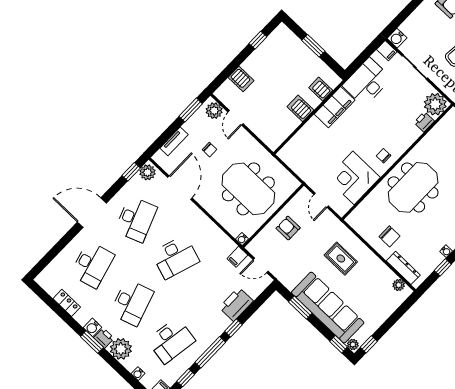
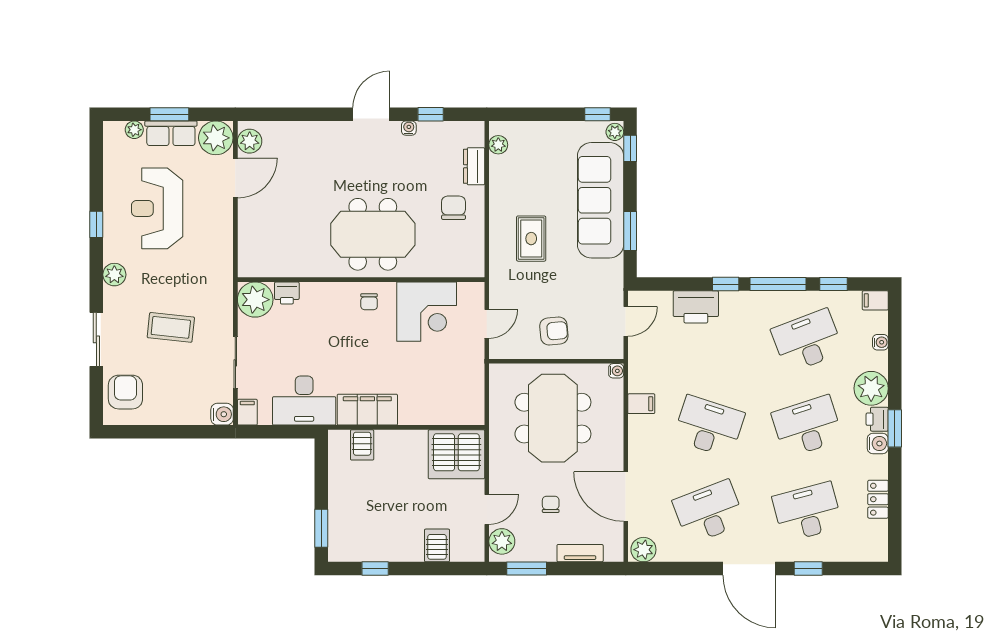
window: (313, 46) -> (321, 528), moved
server rack: (300, 108) -> (456, 454), moved, width x2.18, depth x1.44
window: (131, 172) -> (808, 569), moved
door: (180, 188) -> (626, 497), hinge flipped
armchair: (288, 228) -> (554, 331), turned -95
filing cabinet: (237, 257) -> (641, 404), moved
door: (261, 265) -> (626, 321), hinge flipped
dresser: (403, 268) -> (474, 166), width x0.70
desk: (171, 341) -> (807, 341), turned -30

